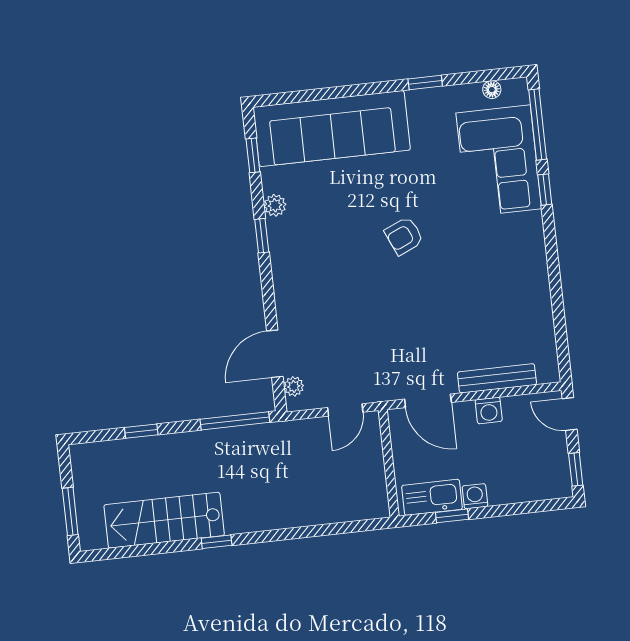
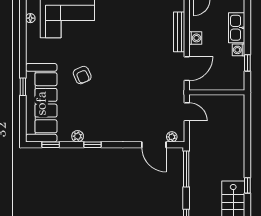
window: (425, 83) -> (23, 87), moved
armchair: (404, 236) -> (82, 75), moved
kitchen sink: (432, 497) -> (237, 28), moved

